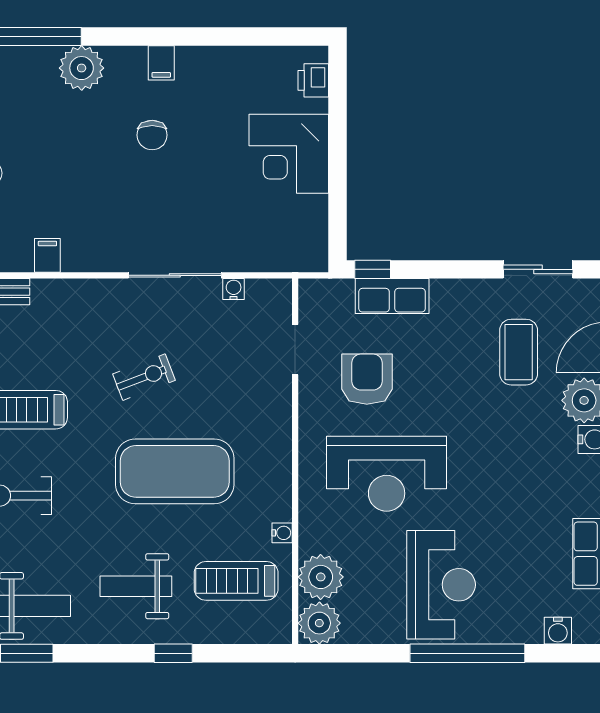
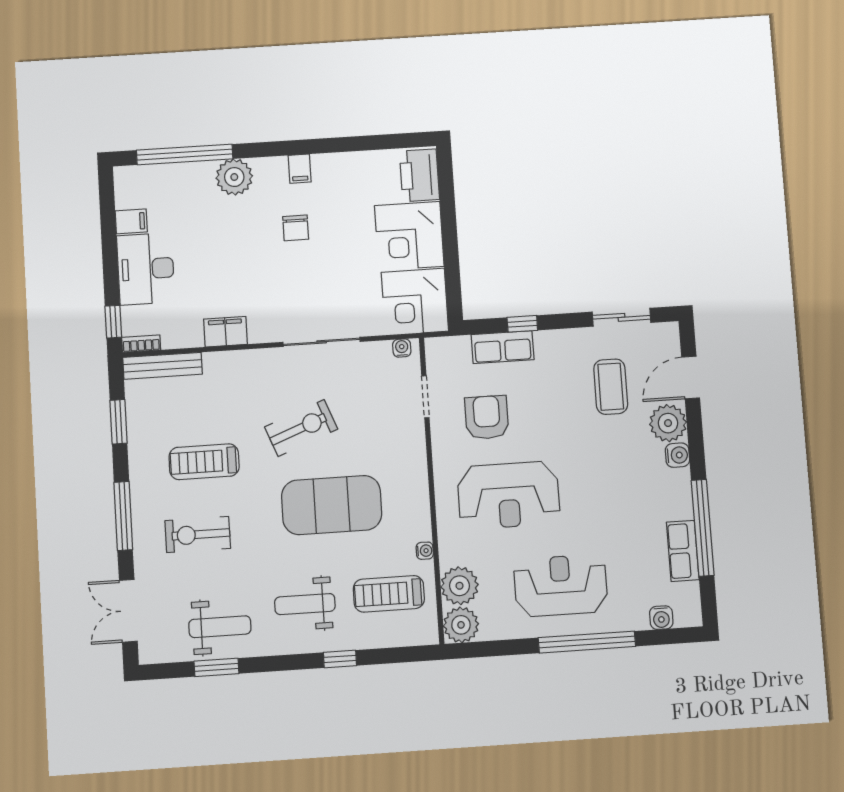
printer: (313, 80) -> (419, 175), width x1.87, depth x1.48
corner desk: (290, 234) -> (415, 302), added
filing cabinet: (47, 255) -> (225, 332), width x2.00
window: (373, 269) -> (522, 324), moved
water cooler: (234, 289) -> (402, 348), moved
exercise bike: (144, 377) -> (301, 428), width x1.38, depth x1.39
reception desk: (441, 585) -> (561, 585), turned -90

